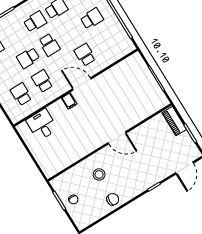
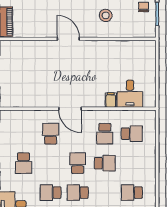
school desk: (92, 19) -> (24, 163), turned -90
school desk: (85, 55) -> (51, 134), turned 180
school desk: (21, 94) -> (132, 134), turned -90
filing cabinet: (69, 101) -> (111, 100), moved

